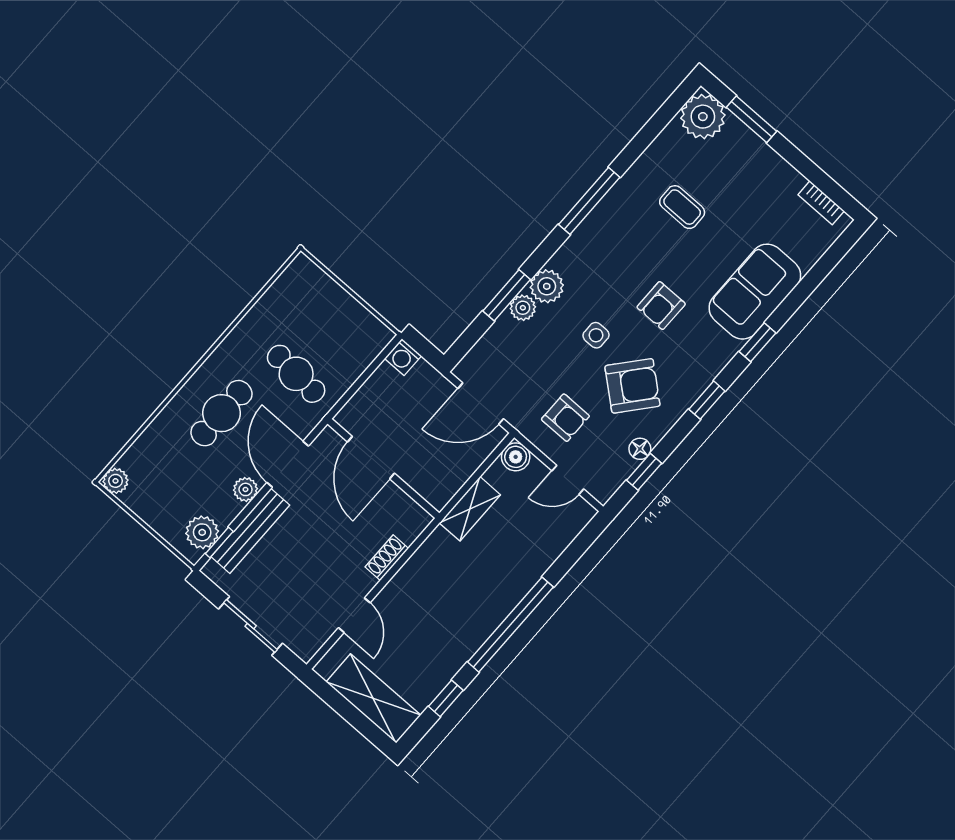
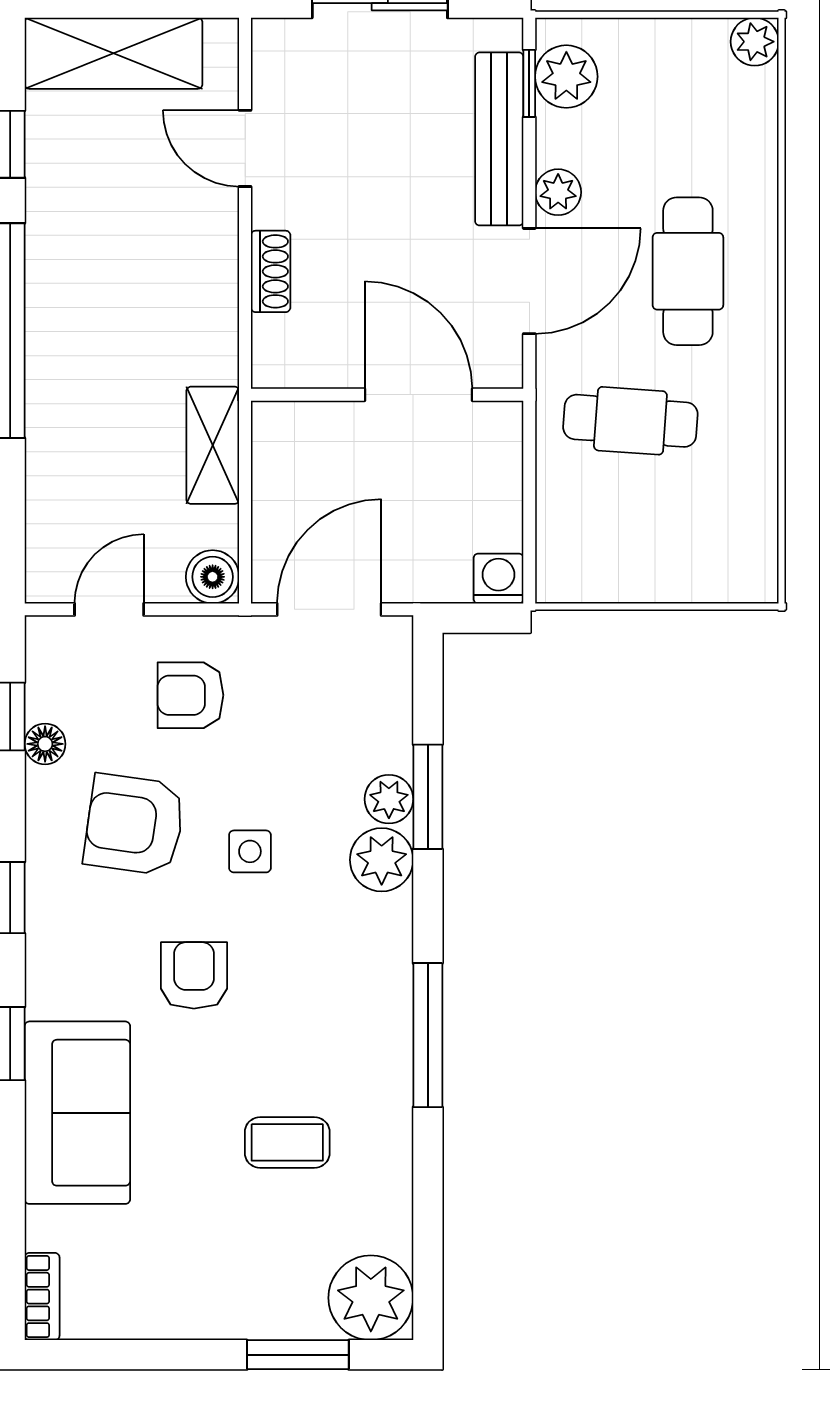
bookcase: (821, 203) -> (42, 1297), moved, turned 90
armchair: (632, 386) -> (134, 825), turned 58
door: (288, 464) -> (529, 281), hinge flipped

